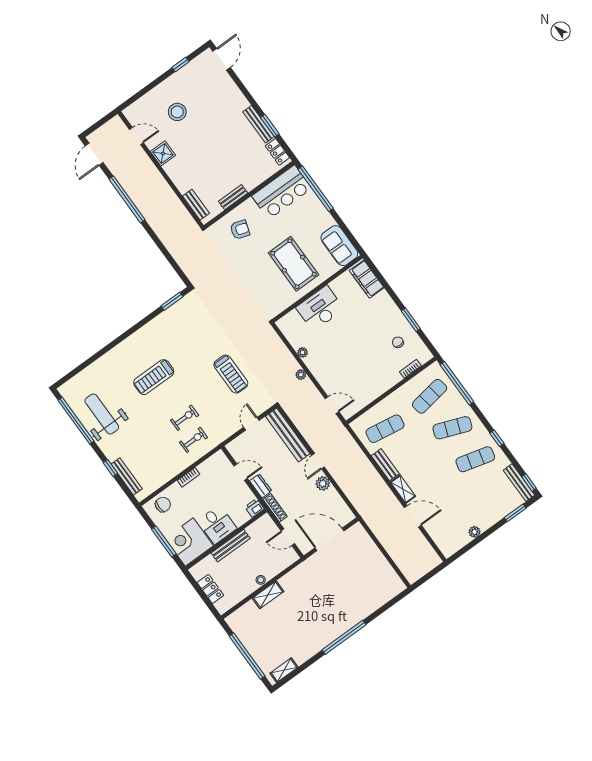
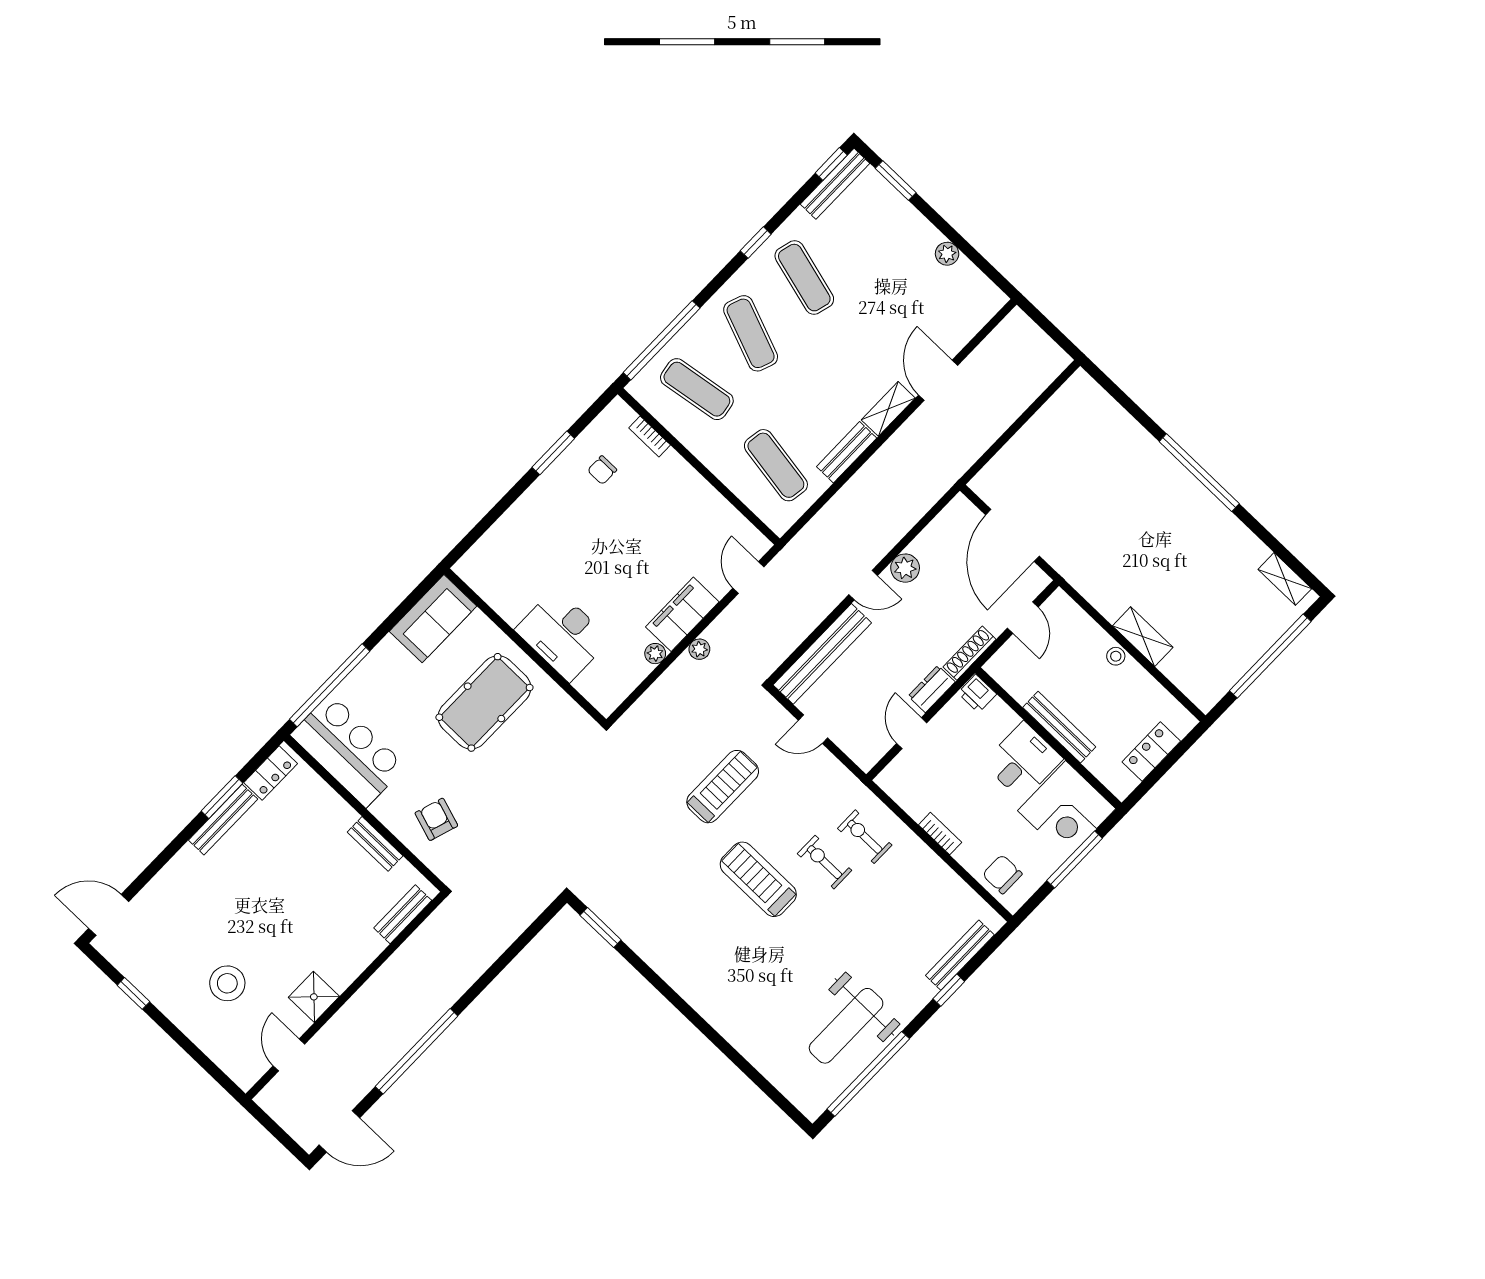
filing cabinet: (367, 279) -> (682, 614), moved, turned 180
treadmill: (154, 377) -> (758, 879), moved, turned 180

